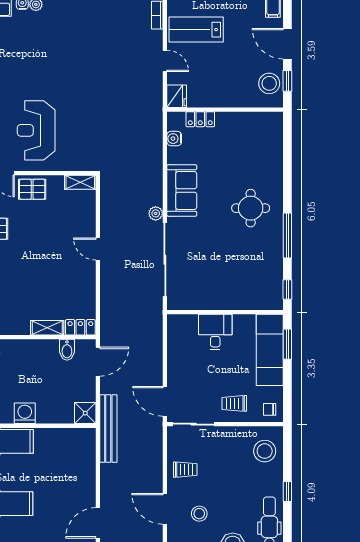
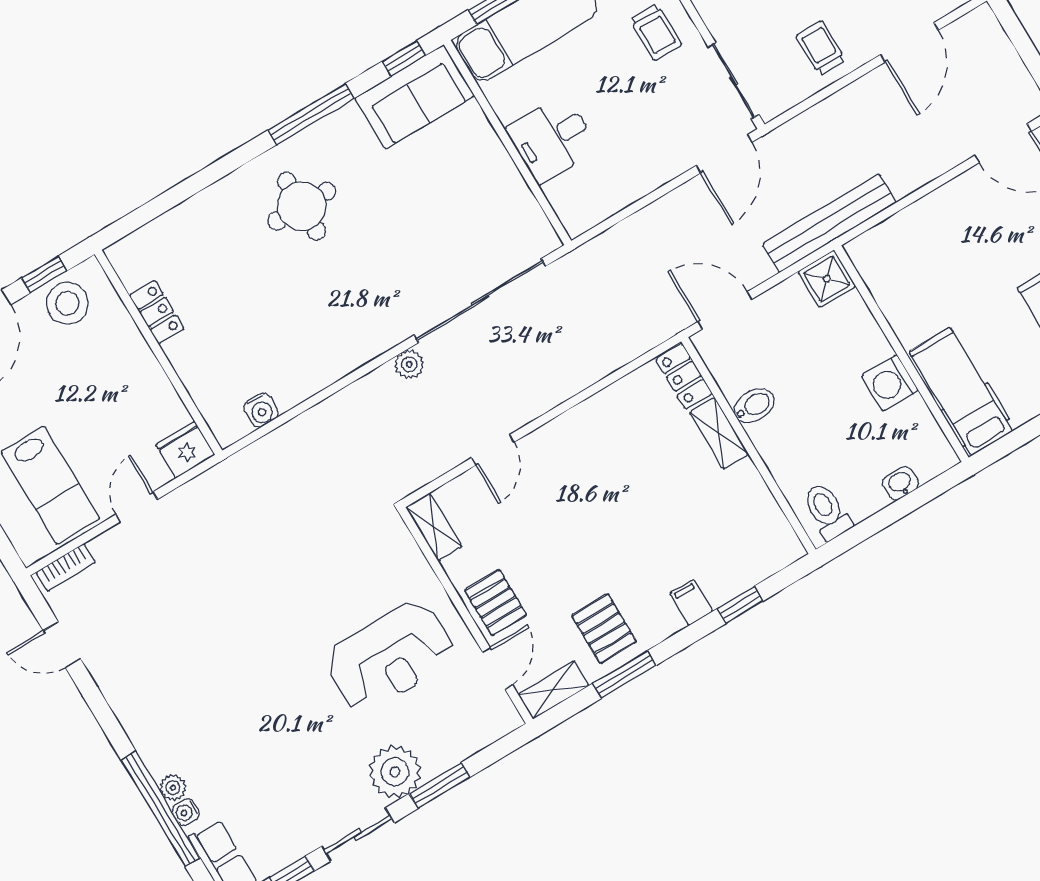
locker: (200, 119) -> (157, 312), moved
sofa: (182, 190) -> (415, 97), moved, turned 180
door: (98, 249) -> (493, 450), moved
bidet: (67, 350) -> (754, 406), moved

